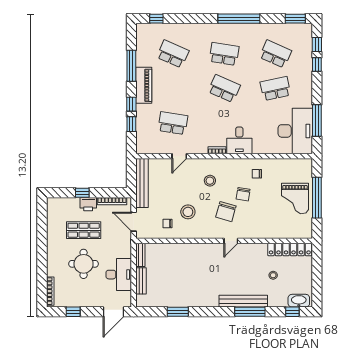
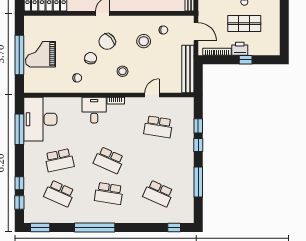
piano: (144, 85) -> (186, 163), removed
grand piano: (295, 198) -> (40, 54), turned -90
chair: (226, 212) -> (107, 41), turned -146

